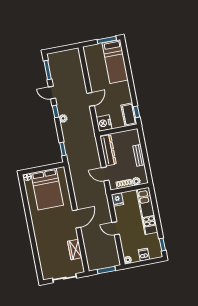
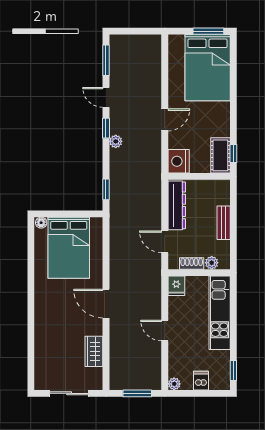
bed: (115, 61) -> (208, 68), width x1.50
door: (77, 219) -> (106, 304), swing flipped

